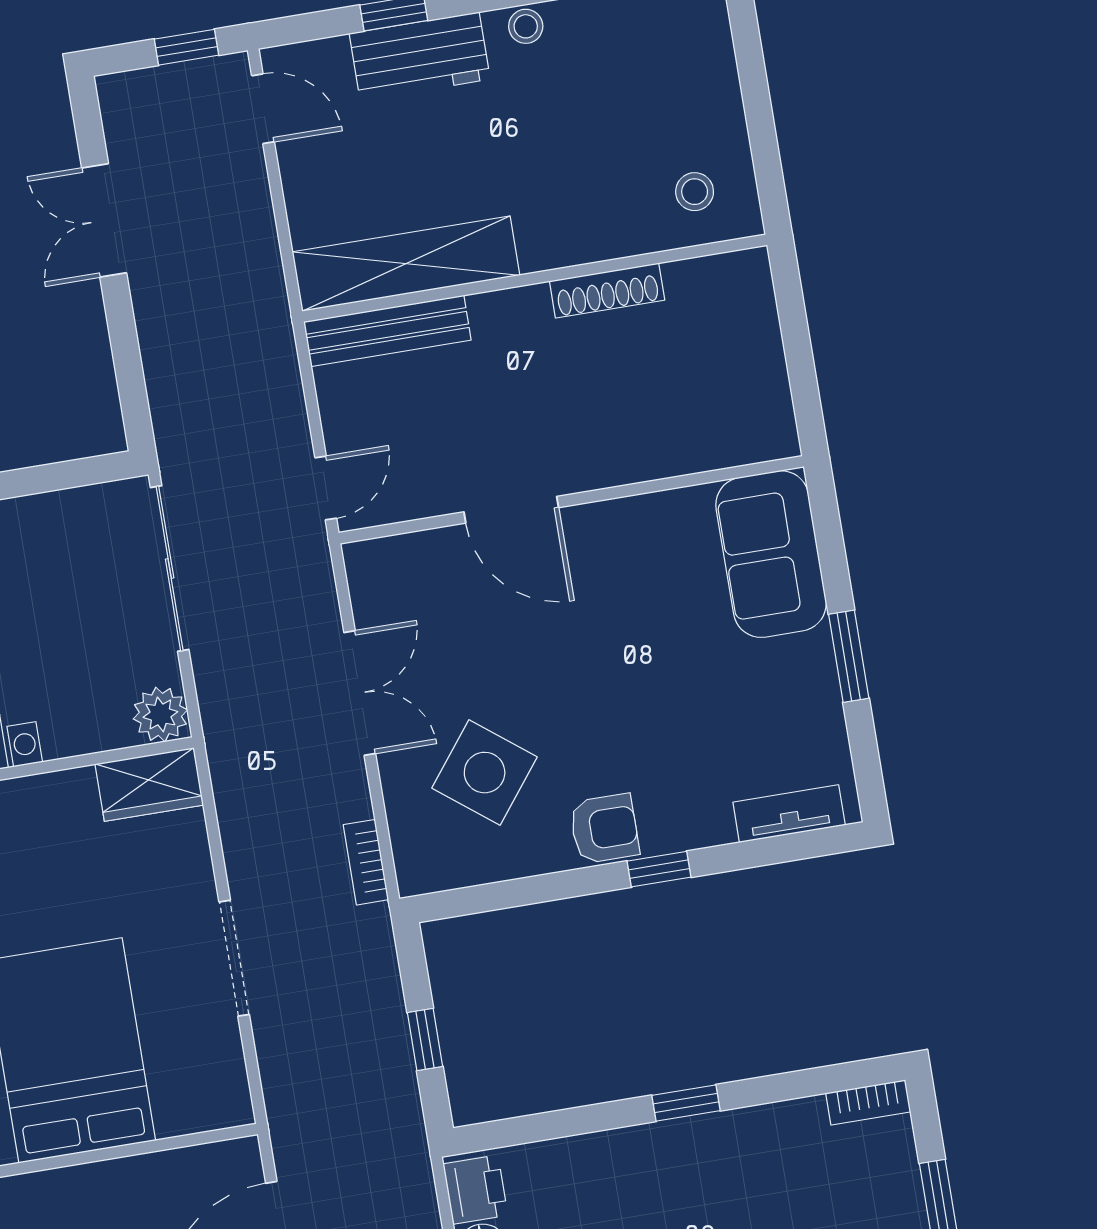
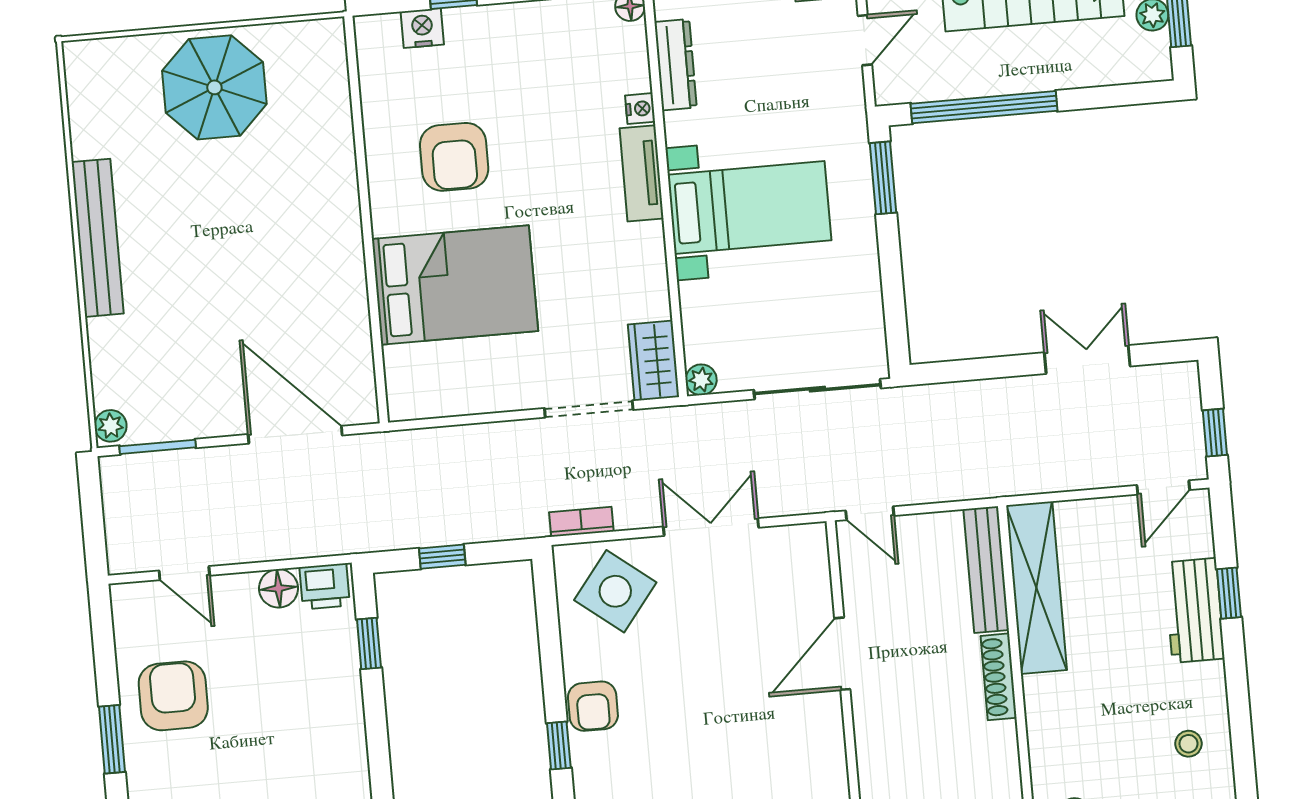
stool: (526, 26) -> (1188, 744), moved
shoe rack: (607, 291) -> (999, 677), moved
double door: (360, 693) -> (711, 527), swing flipped
plant: (160, 714) -> (701, 380), width x0.73, depth x0.73
side table: (485, 773) -> (615, 591), moved
doorway: (234, 958) -> (589, 409), moved
window: (686, 1103) -> (369, 644), moved

